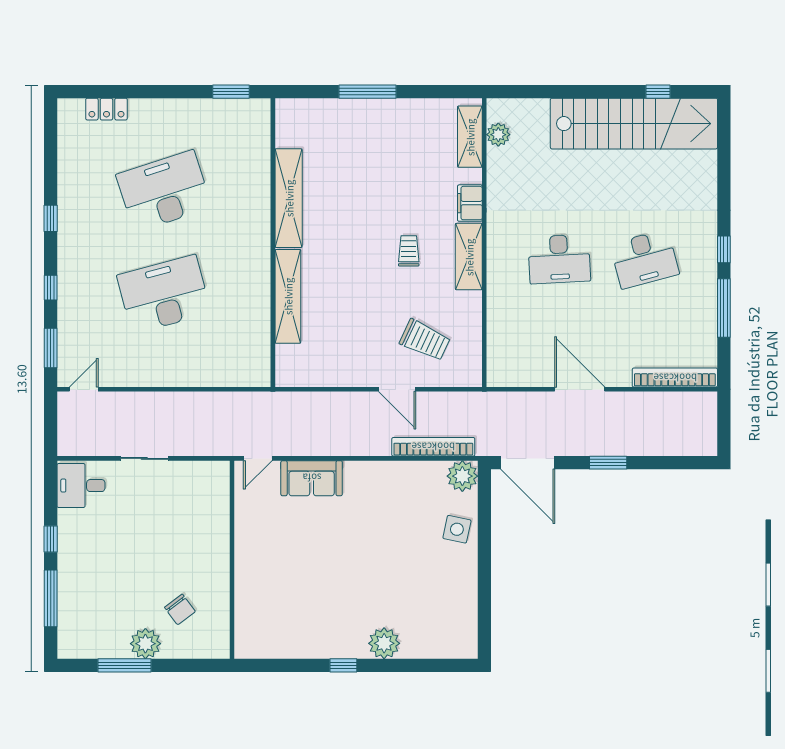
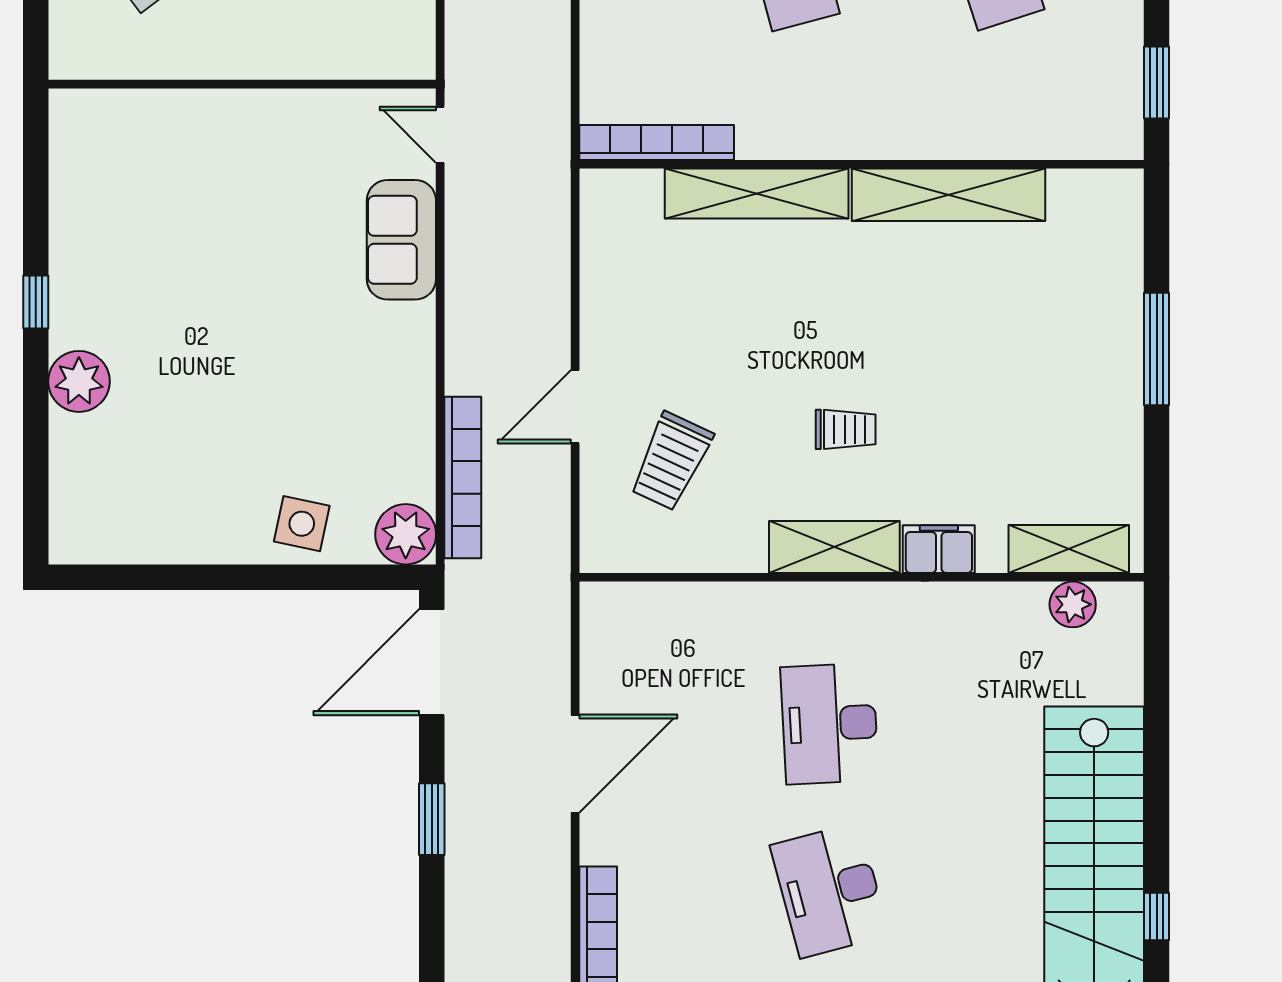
bookcase: (262, 348) -> (657, 142), added

